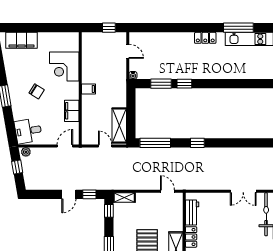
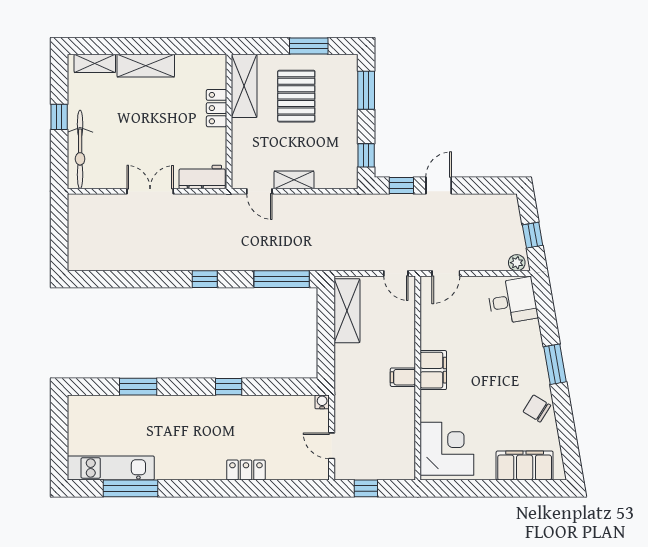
locker: (205, 38) -> (246, 470), moved
corner desk: (64, 66) -> (447, 449), moved
window: (161, 84) -> (138, 387), moved
chair: (37, 91) -> (537, 409), moved
filing cabinet: (72, 111) -> (433, 370), moved
door: (105, 146) -> (396, 273), moved
double door: (243, 191) -> (150, 191), moved
shelving: (124, 197) -> (294, 180), moved
workbench: (192, 213) -> (202, 177), moved, turned 90

